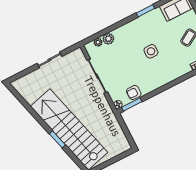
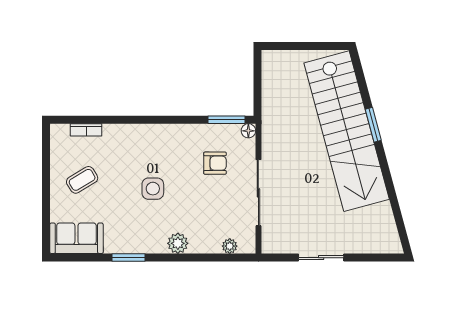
plant: (108, 39) -> (178, 243), moved
armchair: (134, 92) -> (215, 163), moved

